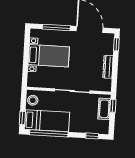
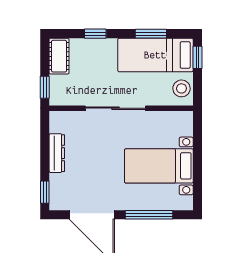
cot: (104, 109) -> (59, 56), moved
window: (49, 133) -> (151, 34), width x0.47
window: (92, 136) -> (95, 34), moved

